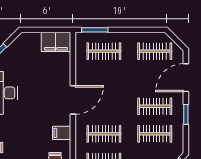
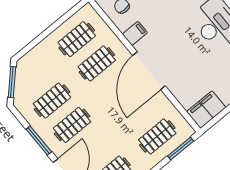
door: (73, 100) -> (149, 71), width x1.36
window: (186, 114) -> (39, 141), width x1.50

